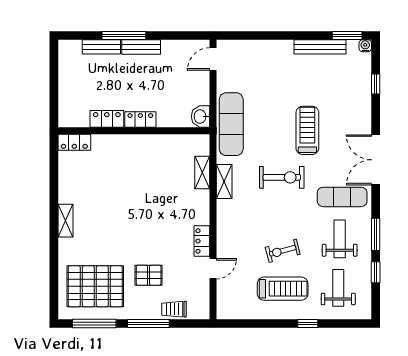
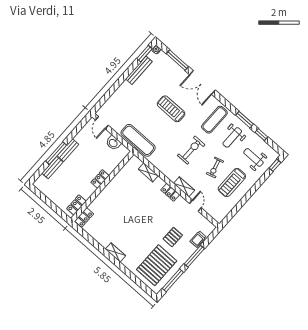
window: (376, 84) -> (177, 60), width x2.17
washbasin: (201, 116) -> (113, 143), moved
locker: (107, 119) -> (76, 205), moved
double door: (376, 160) -> (202, 82), moved
exercise bike: (282, 177) -> (191, 150), moved
shelving: (224, 182) -> (184, 187), moved
weight bench: (340, 239) -> (232, 137), turned -90
locker: (202, 241) -> (170, 192), moved
treadmill: (283, 289) -> (232, 183), turned 180
window: (308, 324) -> (275, 165), moved

